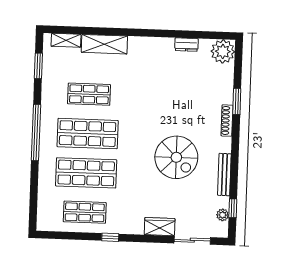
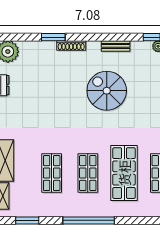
shop shelf: (88, 134) -> (88, 173), width x0.70, depth x0.74
spiral stairs: (176, 157) -> (107, 91), turned -90
bench: (224, 175) -> (116, 46), width x0.73

